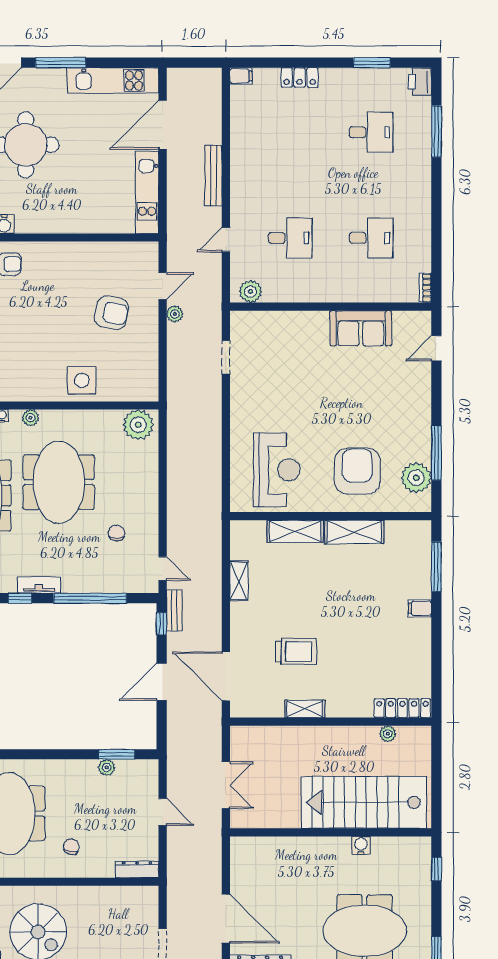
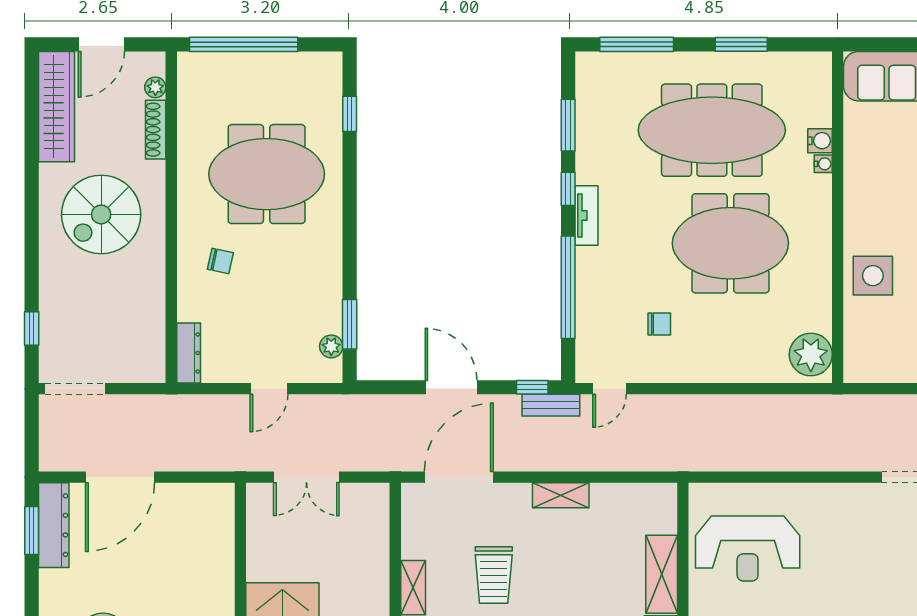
plant: (31, 418) -> (821, 204), removed
shelving: (239, 581) -> (561, 495), moved
plant: (107, 767) -> (331, 346), moved

